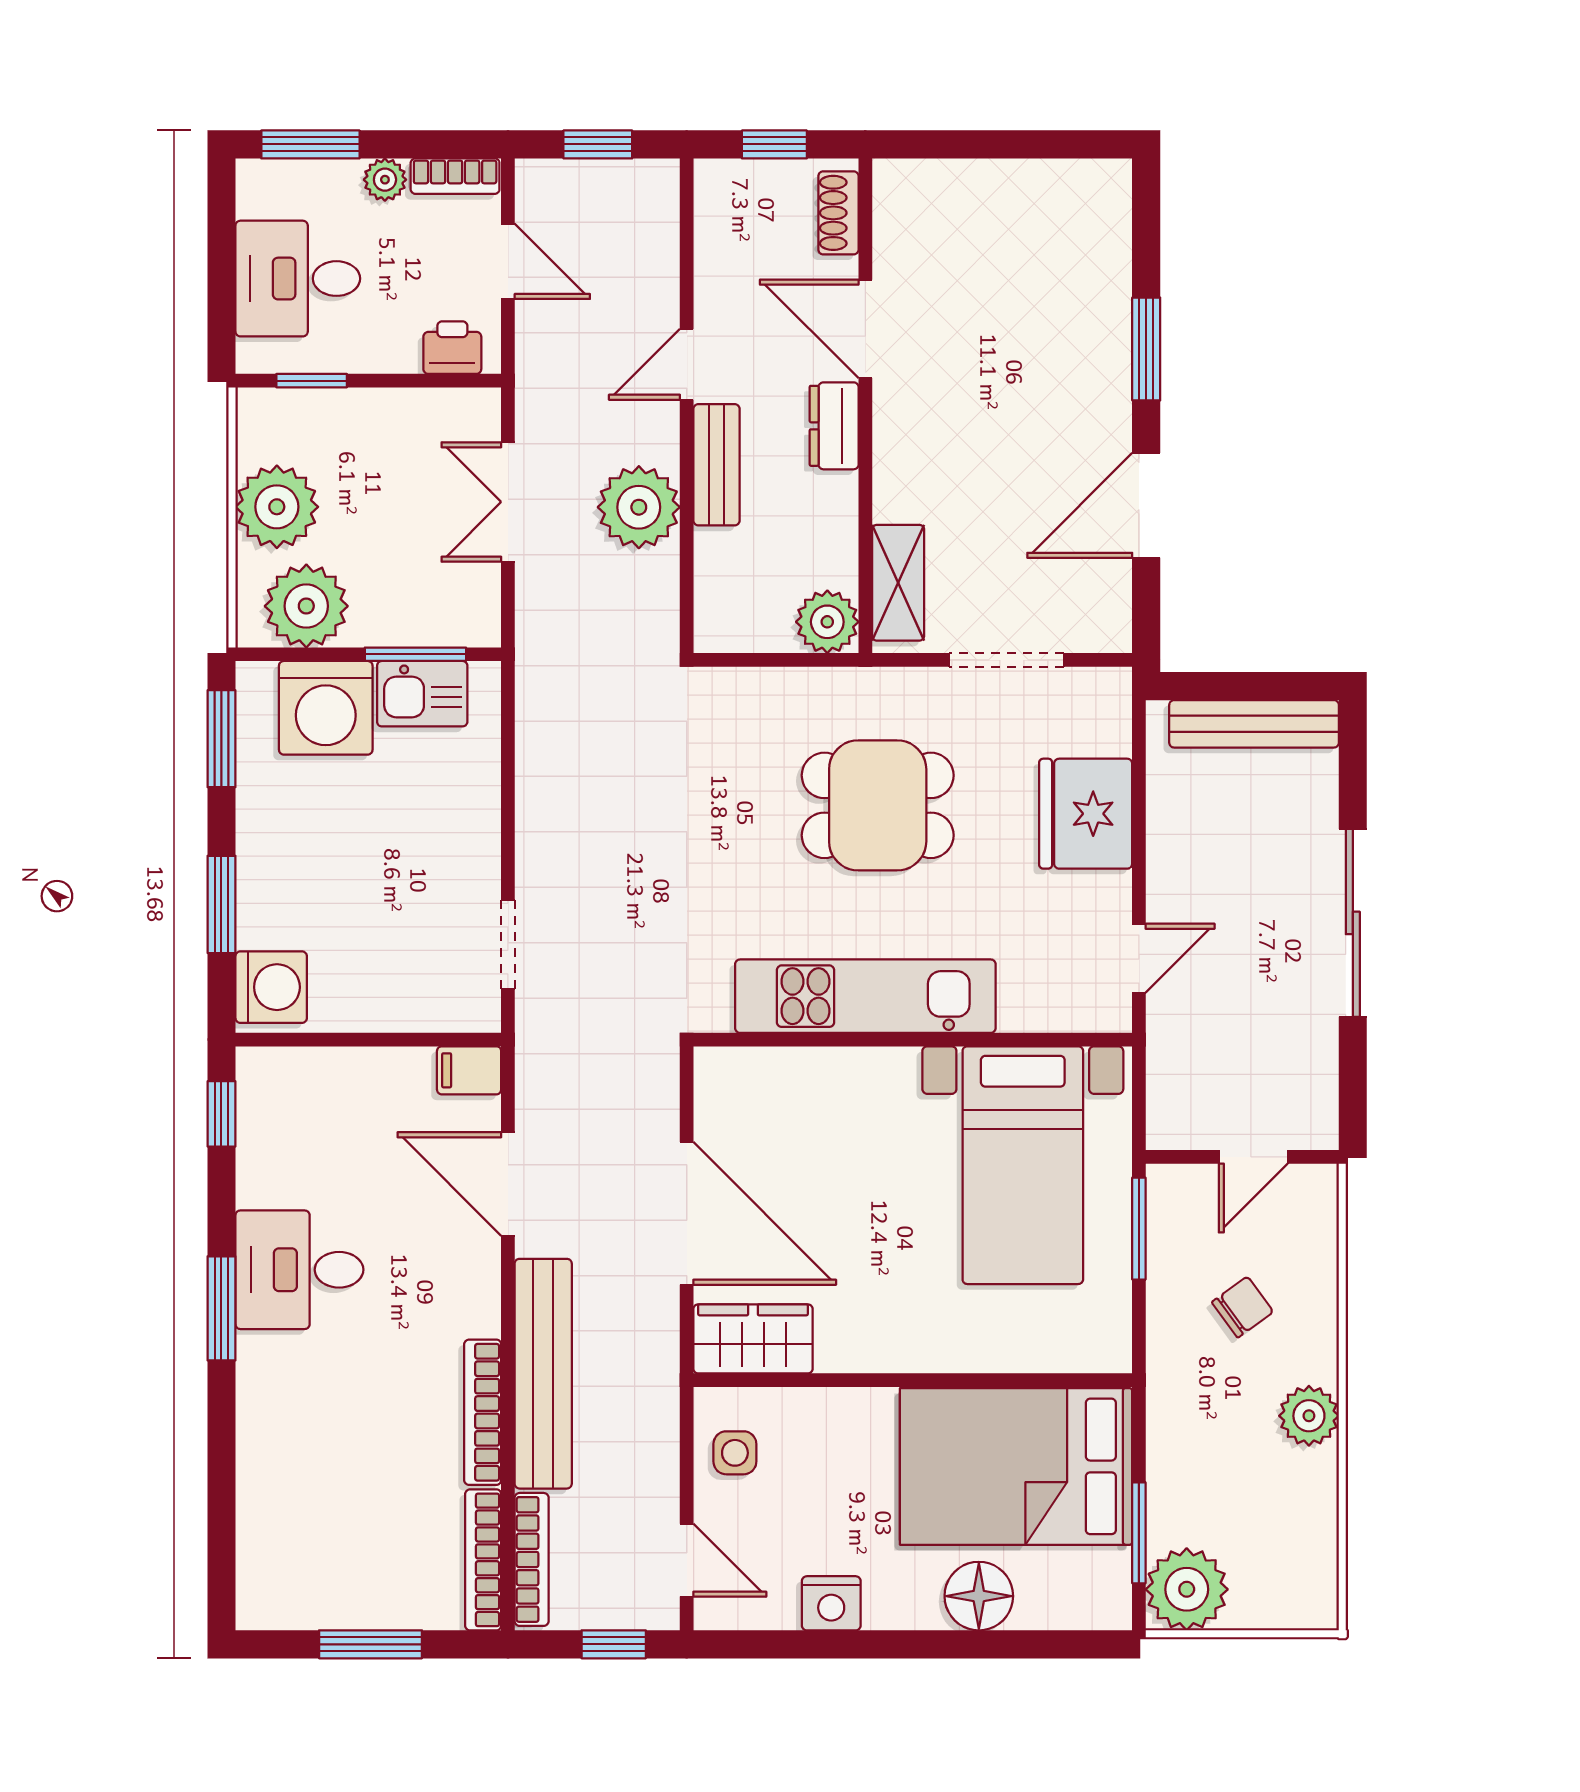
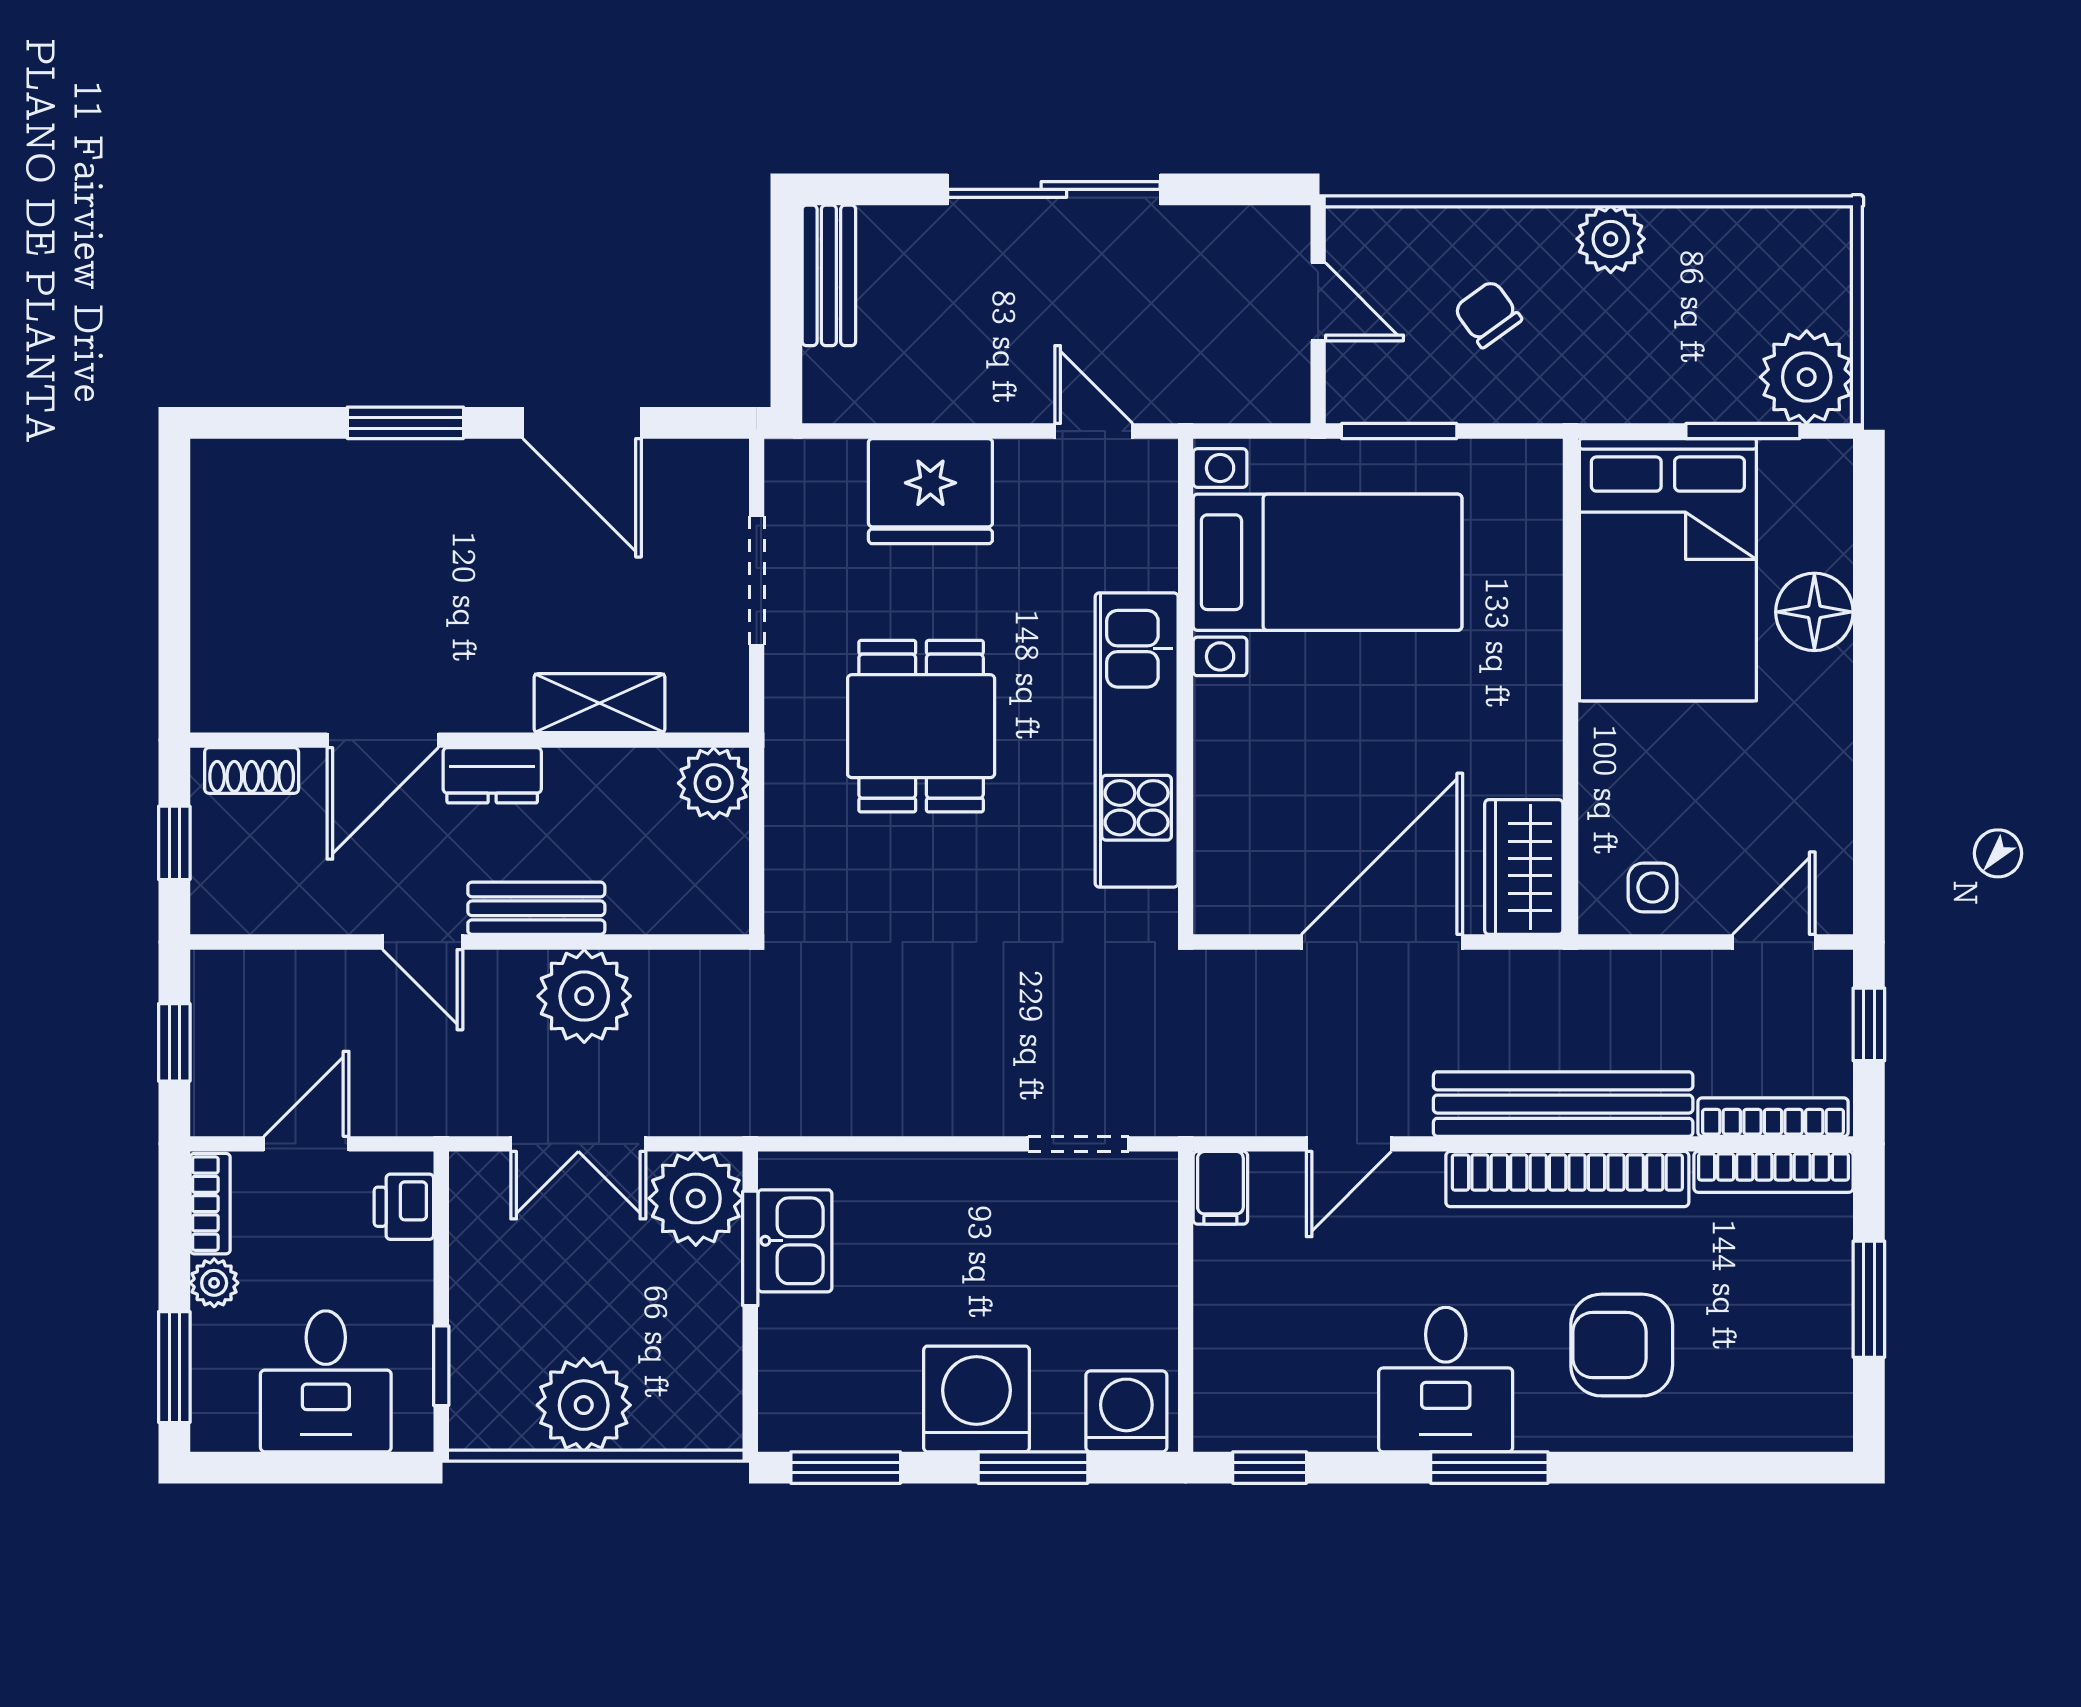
shelving: (898, 583) -> (599, 703), moved
plant: (306, 606) -> (696, 1198), moved
washing machine: (326, 708) -> (976, 1399), moved, turned -90
bench: (1254, 724) -> (829, 275), width x0.73
door: (508, 1184) -> (1349, 1144), width x0.73
bookcase: (483, 1412) -> (1567, 1179), width x1.48, depth x1.31
armchair: (330, 1426) -> (1622, 1345), added
nightstand: (831, 1603) -> (1823, 779), removed

